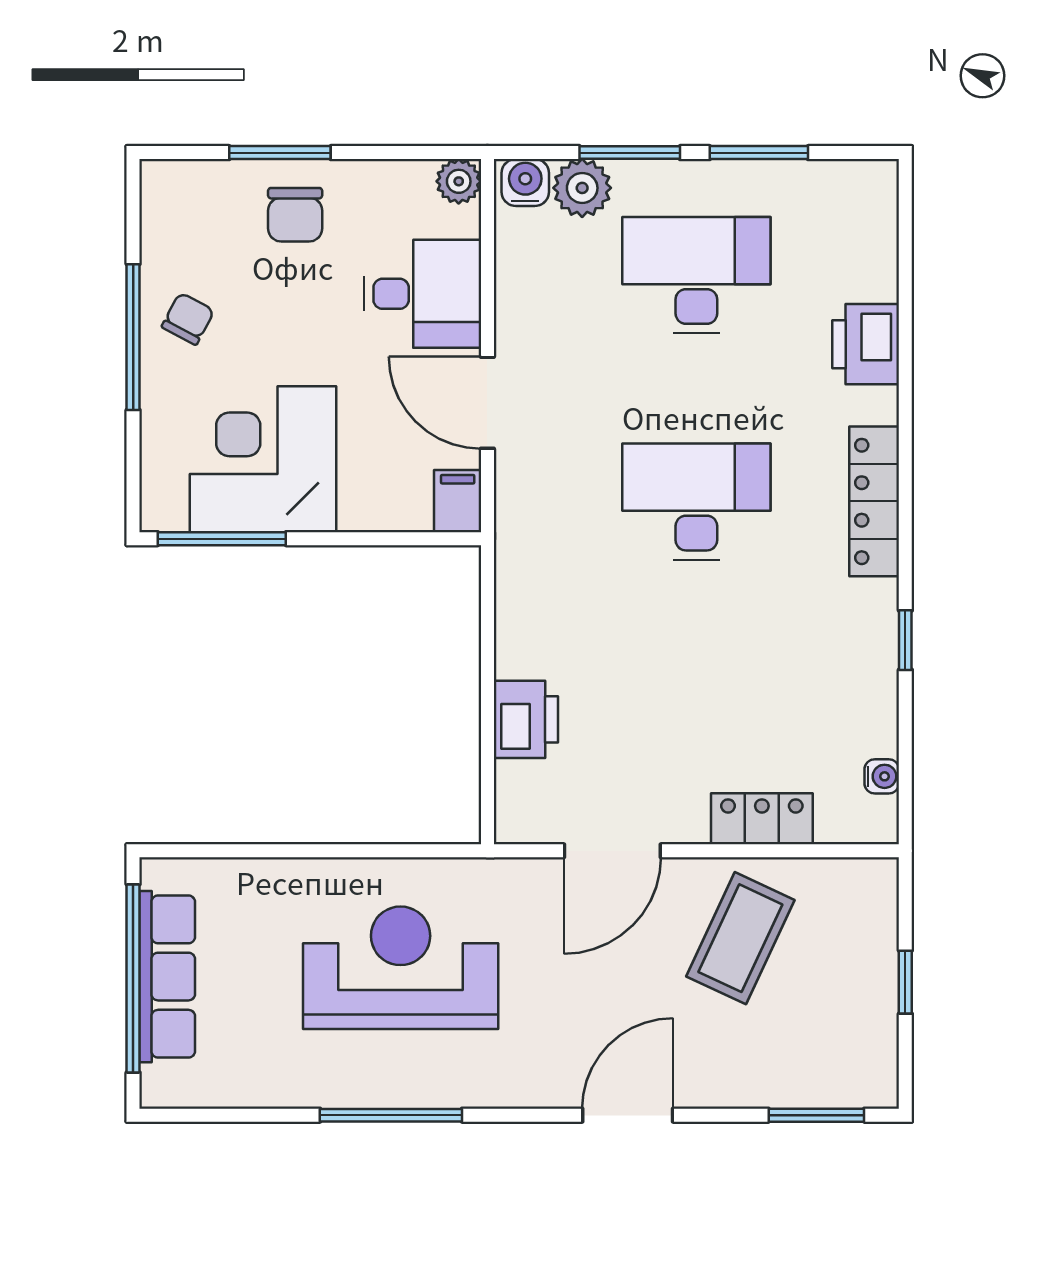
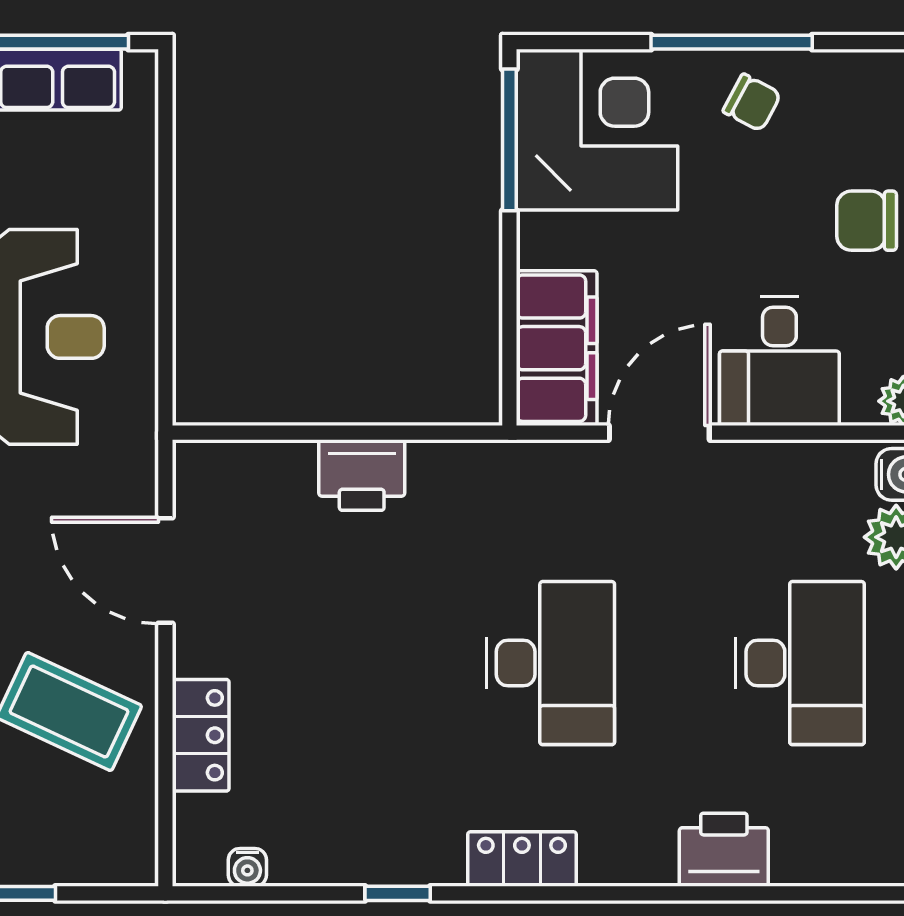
corner desk: (263, 459) -> (597, 130), moved
filing cabinet: (458, 501) -> (557, 348), width x3.00, depth x1.17
locker: (874, 501) -> (522, 859), width x0.66
printer: (526, 719) -> (362, 475), moved

